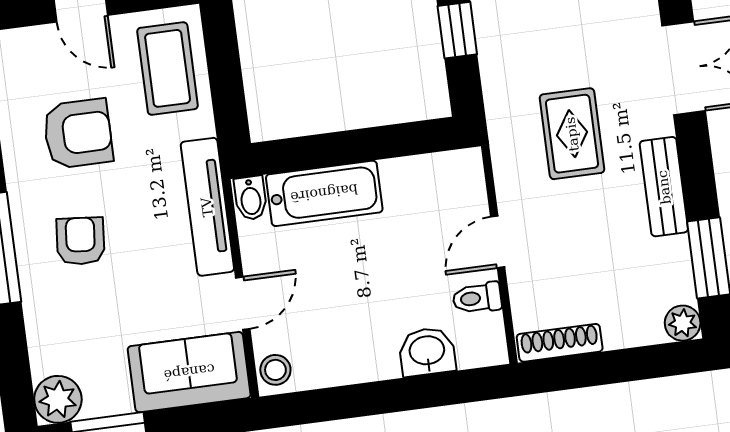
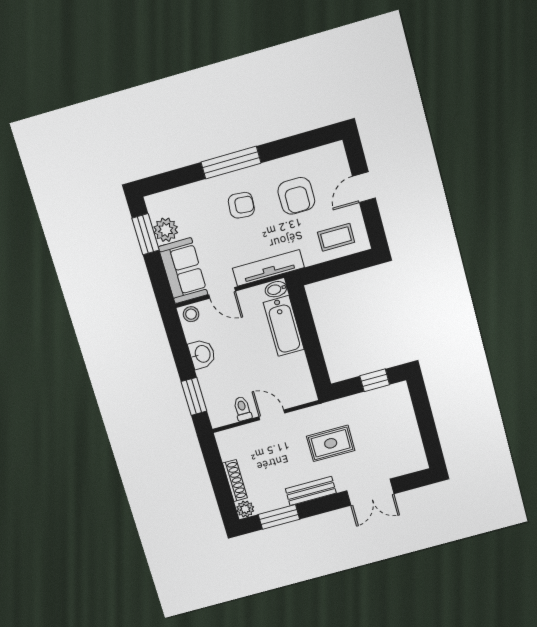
coffee table: (168, 68) -> (336, 237), width x0.73, depth x0.77
shoe rack: (560, 343) -> (235, 481), moved
washbasin: (427, 352) -> (202, 354), moved
window: (439, 390) -> (194, 396), added
plant: (58, 399) -> (166, 230), moved

